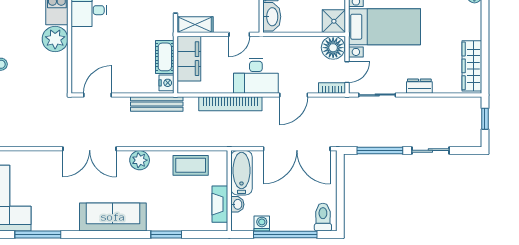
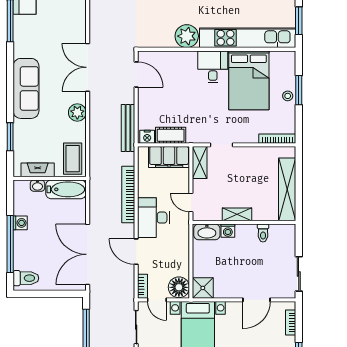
bathtub: (241, 173) -> (66, 189), moved
wall: (229, 191) -> (50, 178), moved
fireplace: (220, 204) -> (38, 170), moved
washbasin: (237, 204) -> (37, 186), moved

